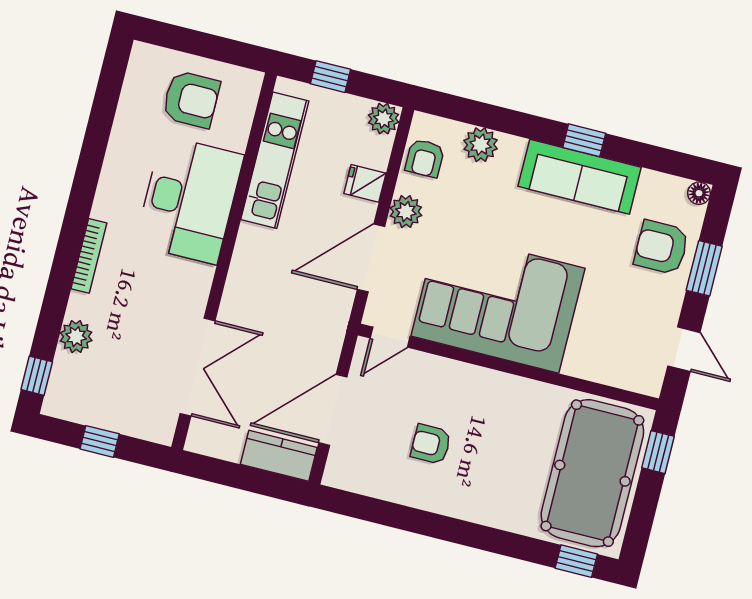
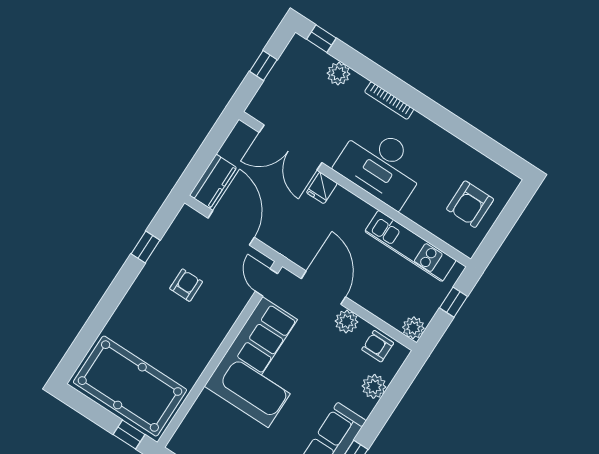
fridge: (365, 183) -> (322, 188), moved, turned 180
desk: (189, 200) -> (381, 165), moved
window: (576, 561) -> (145, 247), moved

